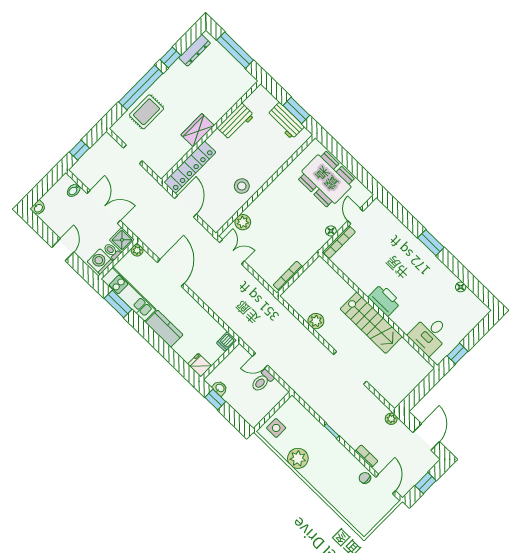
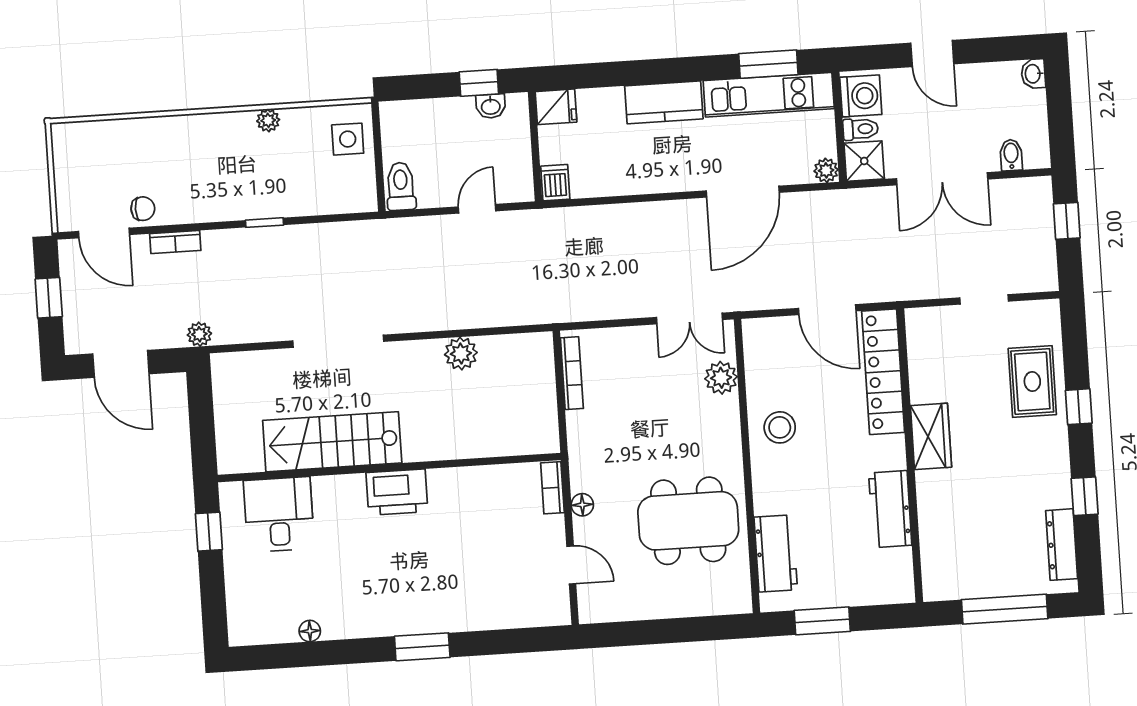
window: (141, 88) -> (1079, 407), width x0.32
workbench: (286, 121) -> (776, 553), moved, turned 90
dining table: (326, 179) -> (688, 521), moved
bookcase: (339, 242) -> (552, 488), width x0.64
door: (171, 273) -> (743, 192), hinge flipped
stairs: (371, 323) -> (332, 442), moved
toilet: (262, 381) -> (401, 186), moved
plant: (298, 458) -> (268, 120), width x0.53, depth x0.53

